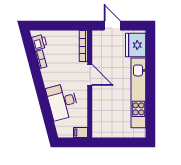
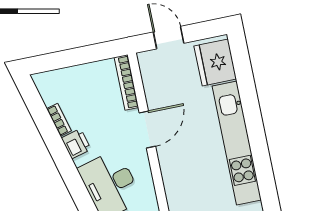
printer: (39, 42) -> (76, 144), moved
door: (90, 75) -> (147, 129), hinge flipped

